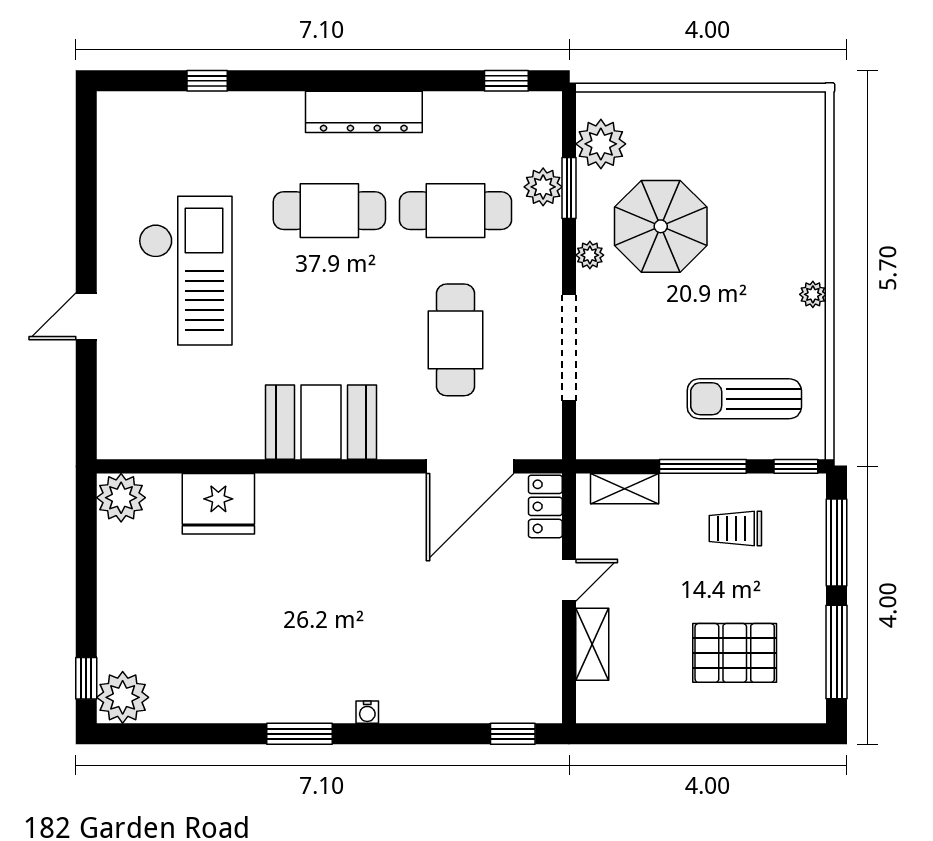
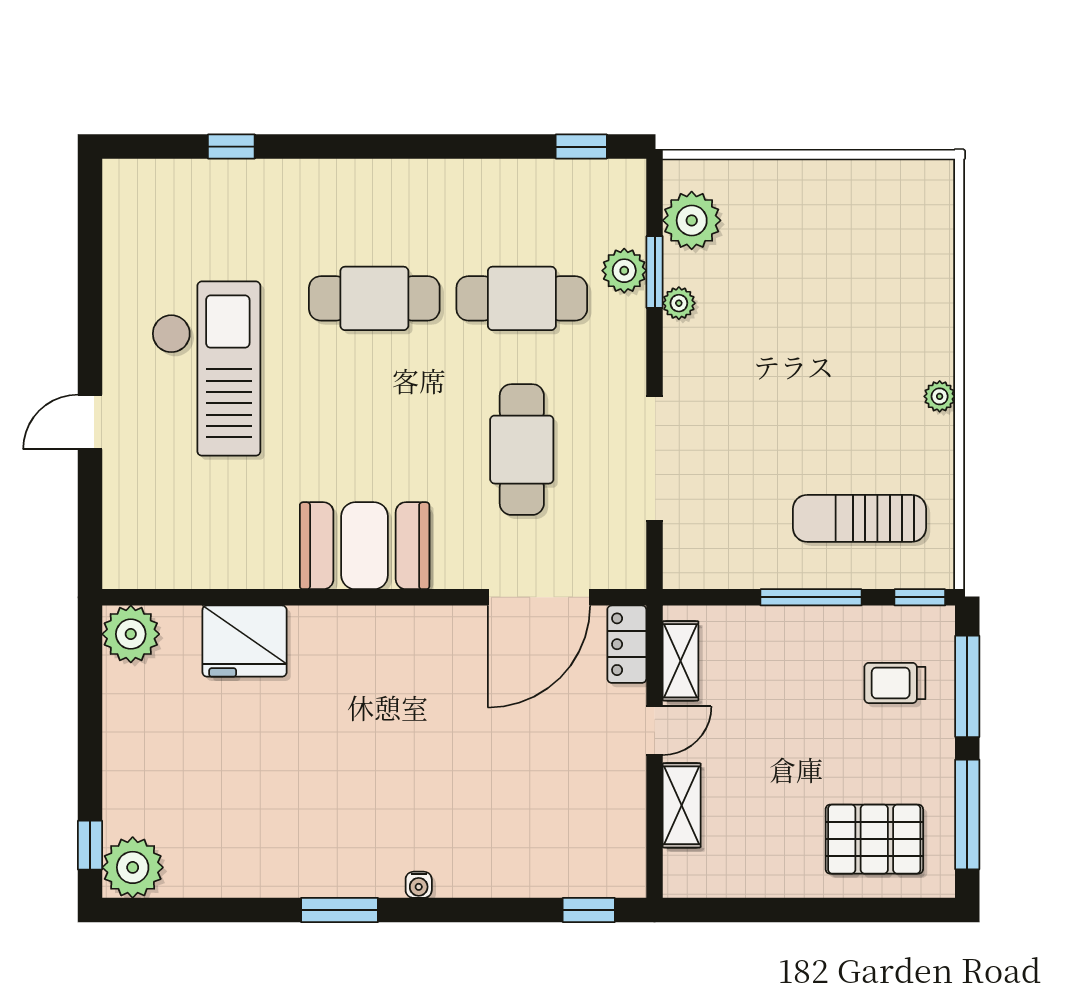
dresser: (364, 112) -> (415, 183), removed
parasol: (661, 226) -> (762, 317), removed
plant: (590, 255) -> (679, 303), moved
shelving: (625, 489) -> (681, 661), moved, turned 90
trolley: (735, 528) -> (895, 683), moved
pallet: (735, 653) -> (874, 839), moved

